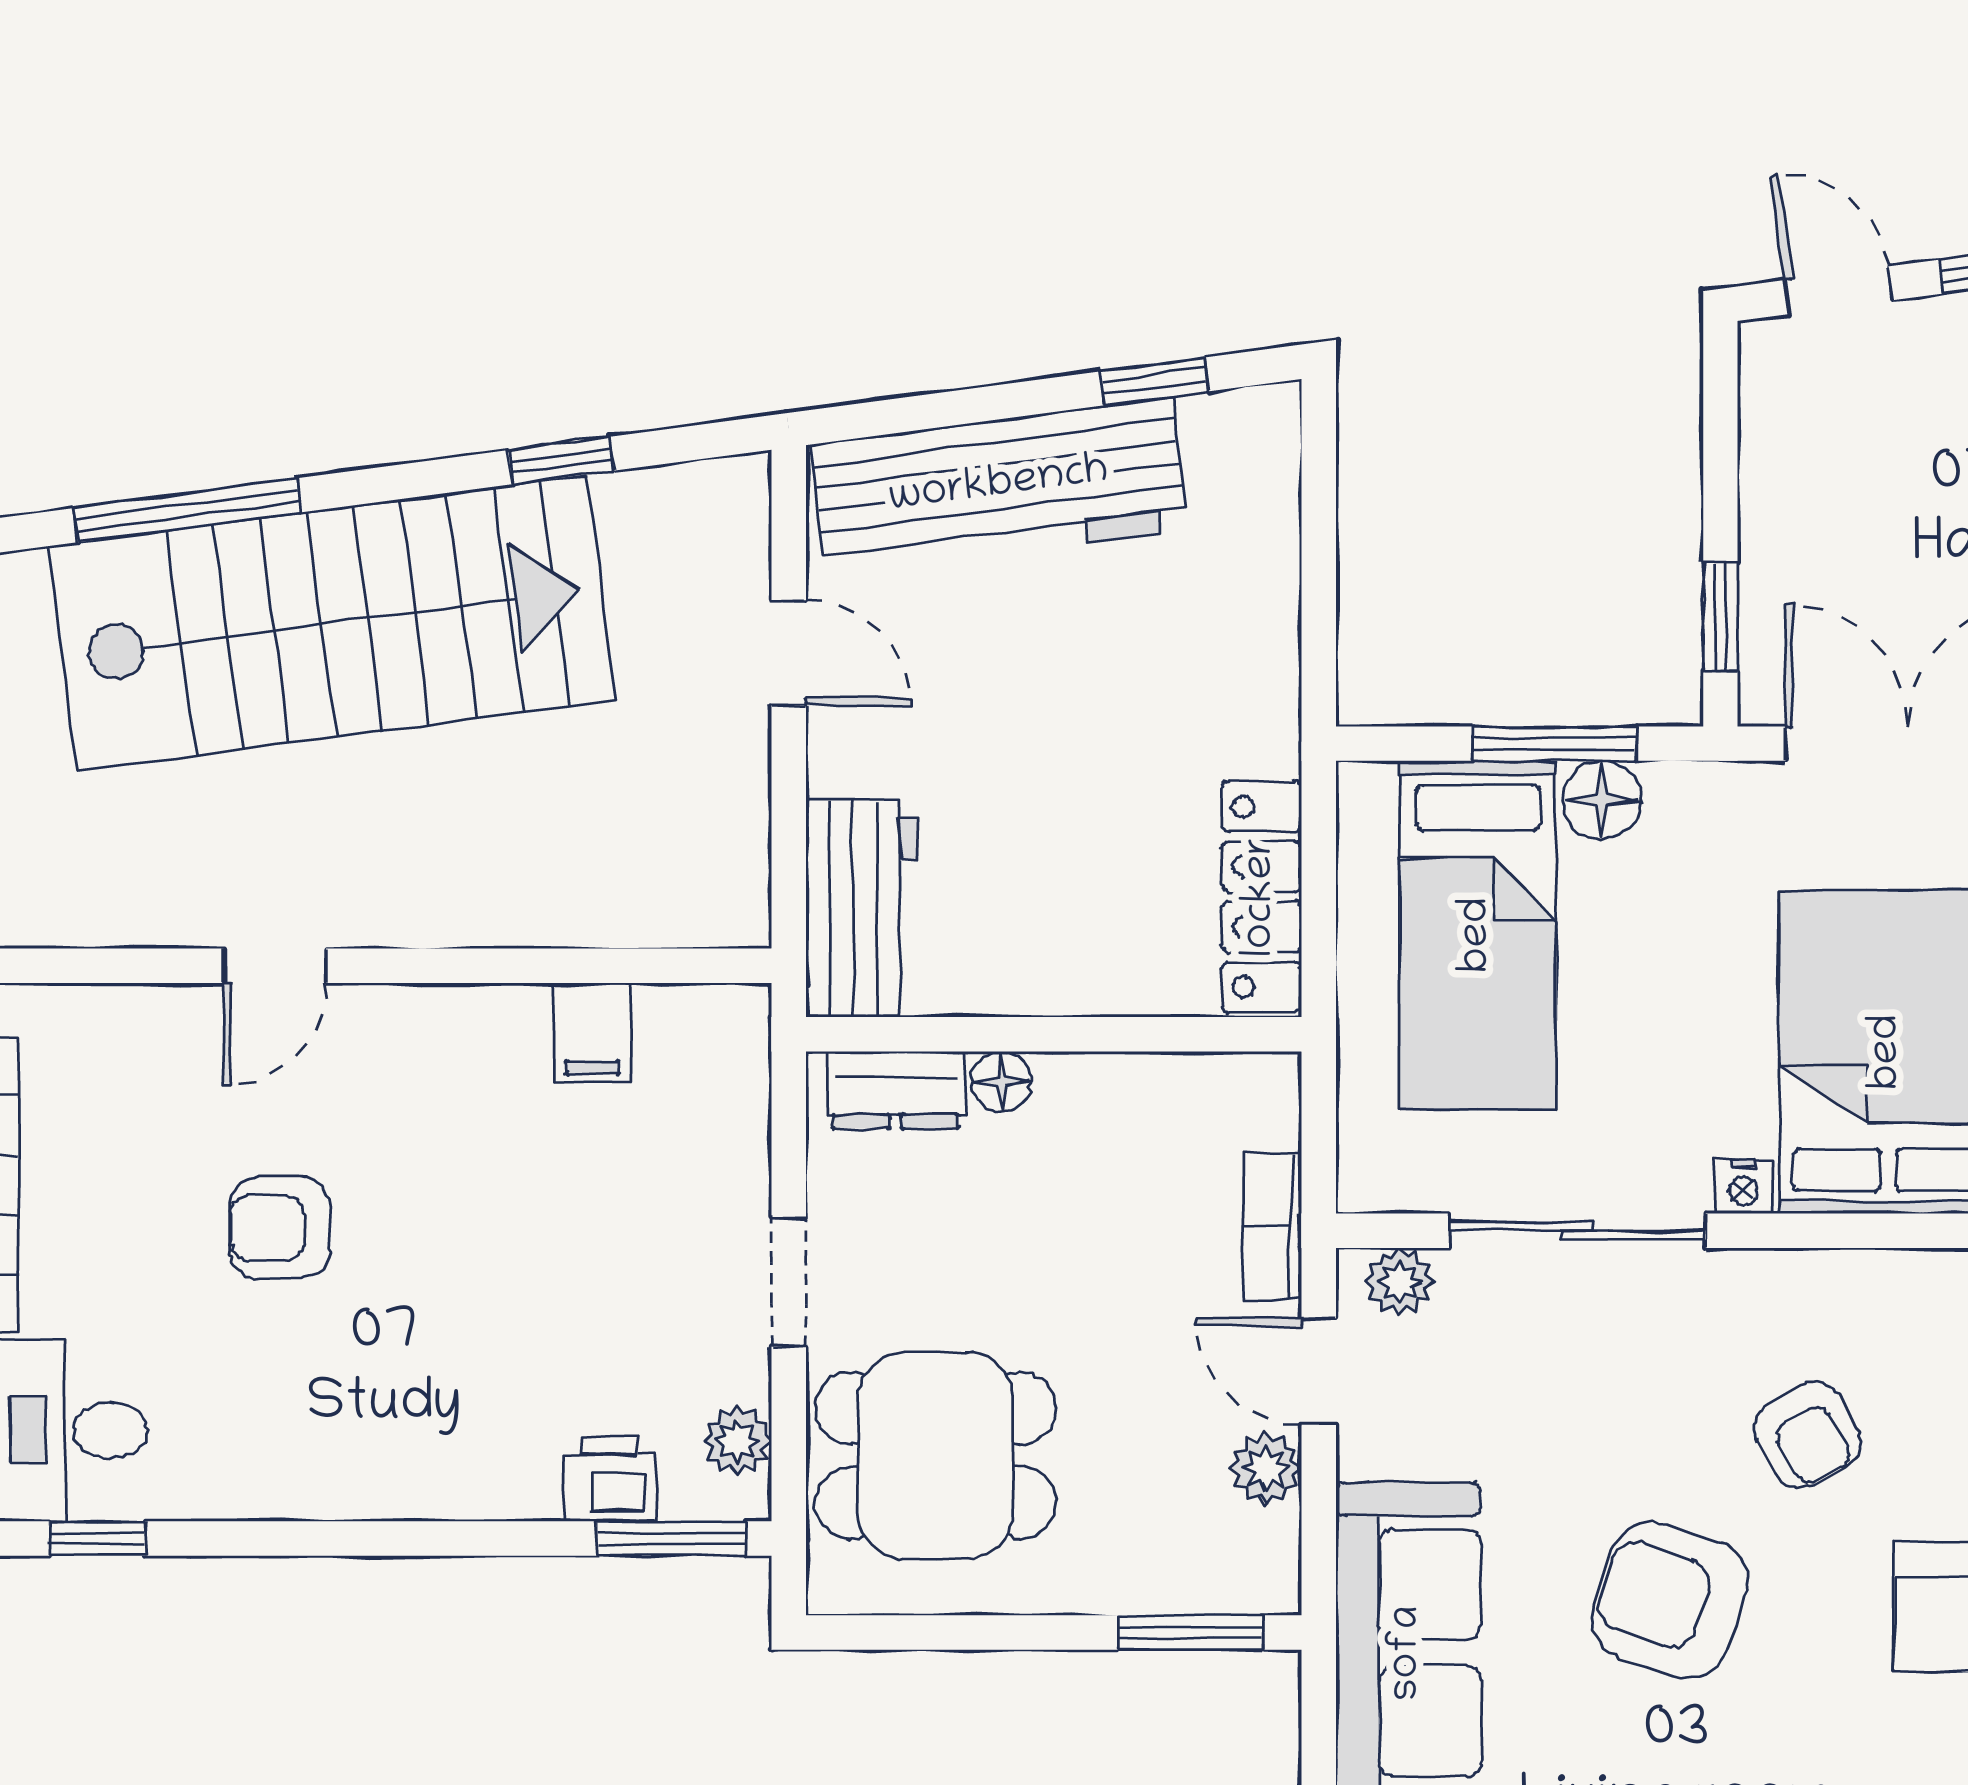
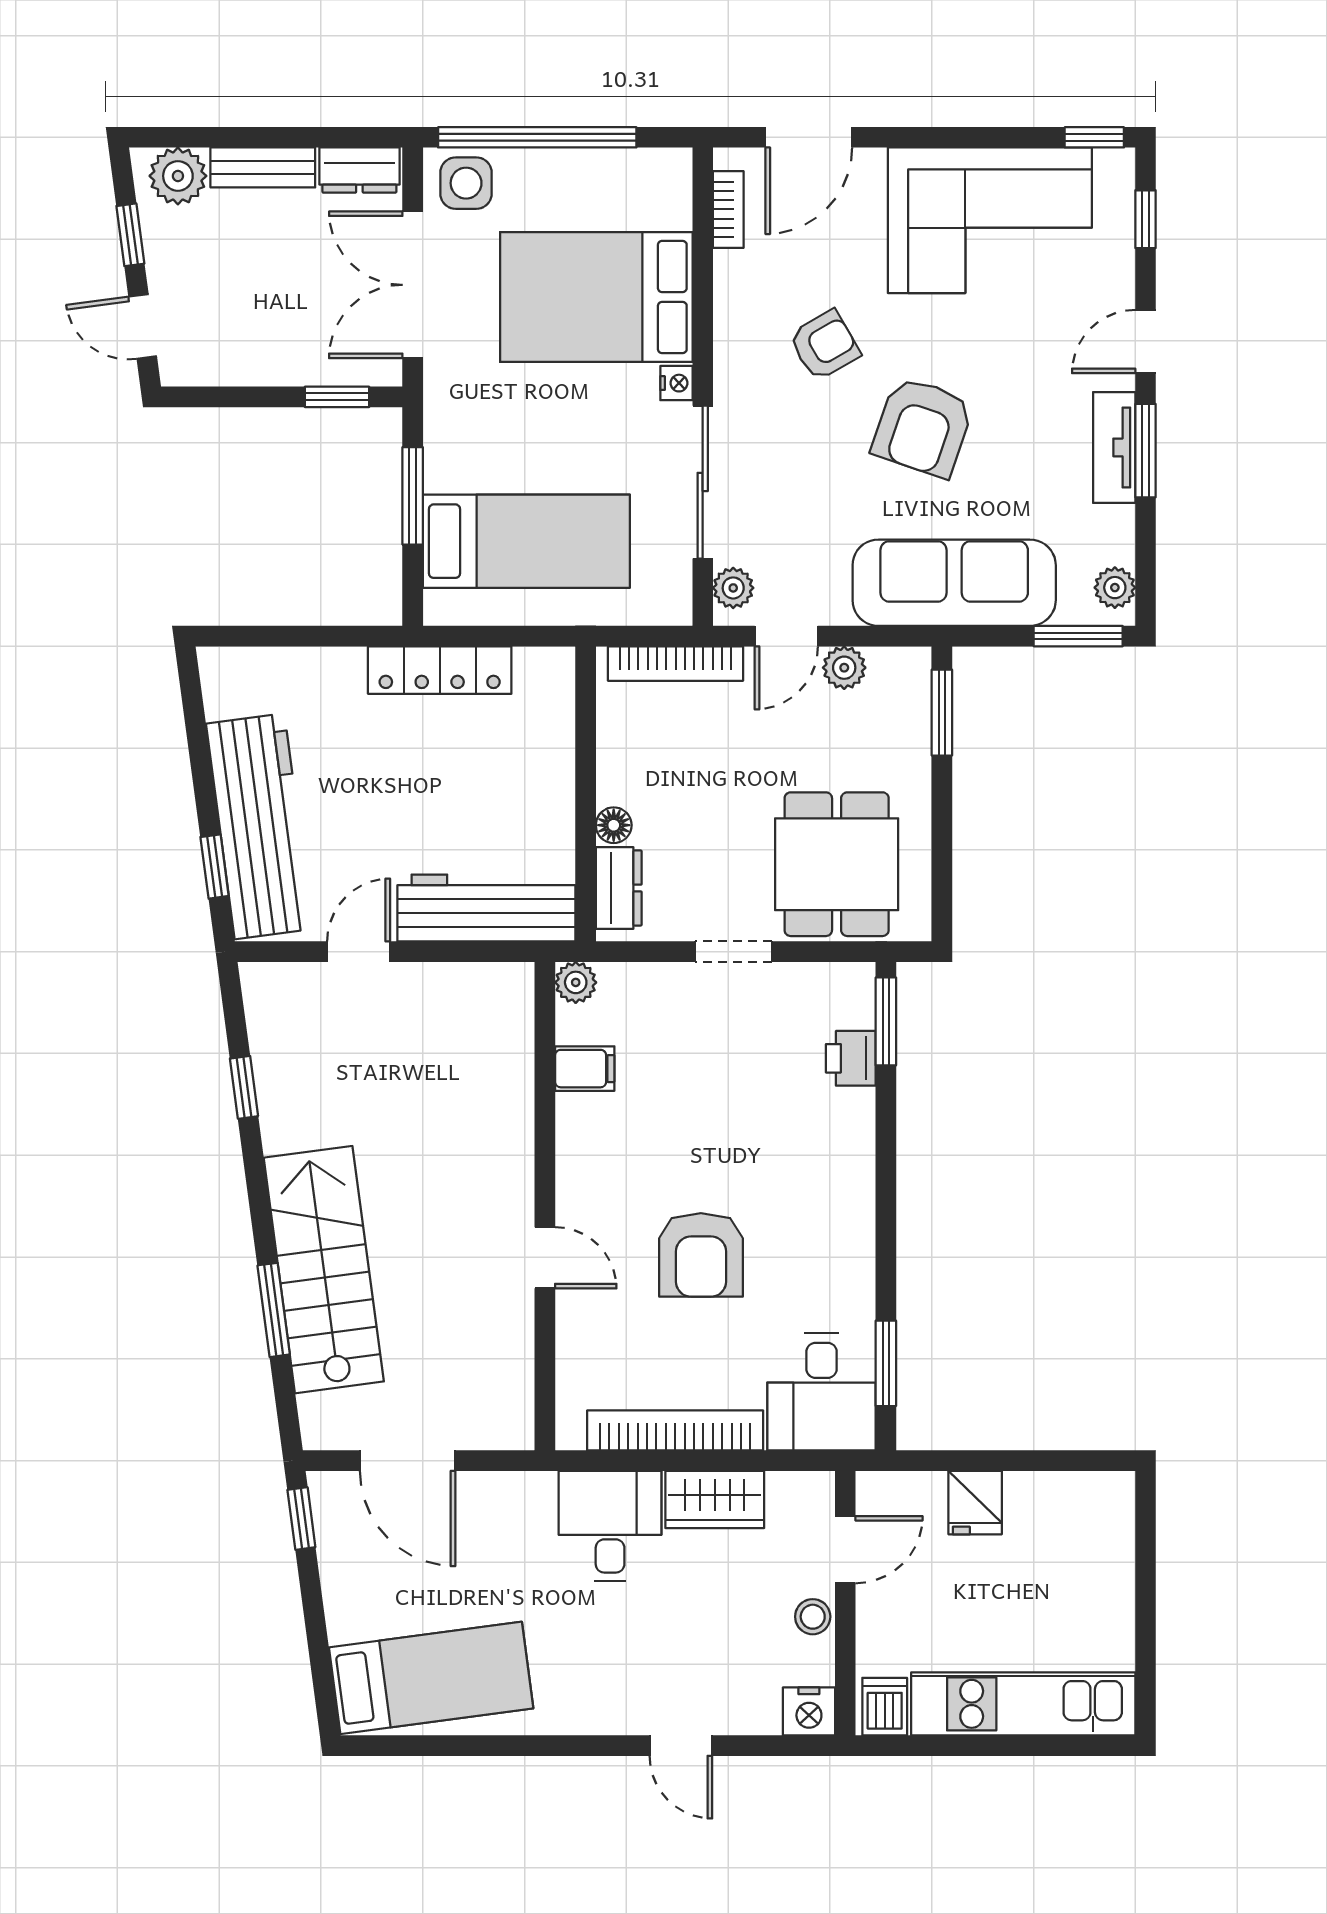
door: (1839, 290) -> (143, 326), hinge flipped
window: (1154, 381) -> (215, 867), moved
window: (187, 510) -> (274, 1310), width x0.69
stairs: (332, 623) -> (324, 1270), width x0.73, depth x0.66
floor lamp: (1602, 800) -> (446, 467), removed
locker: (1262, 897) -> (440, 670), moved
workbench: (862, 908) -> (486, 908), width x1.37
bookcase: (1273, 1226) -> (676, 664), width x1.56
armchair: (280, 1228) -> (701, 1255), width x1.38, depth x1.38
plant: (737, 1441) -> (576, 982), moved
window: (97, 1538) -> (886, 1363), width x1.50

